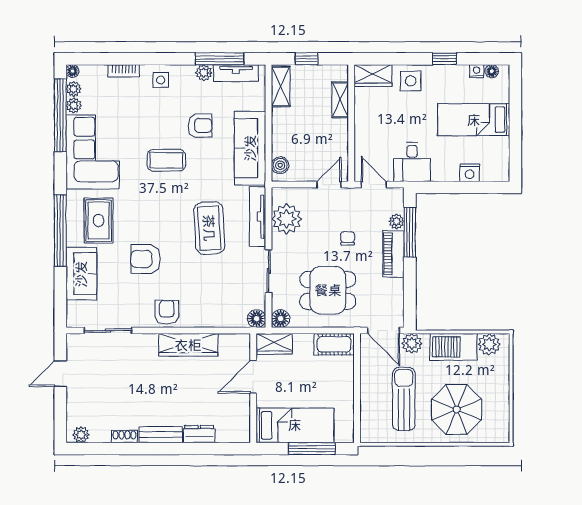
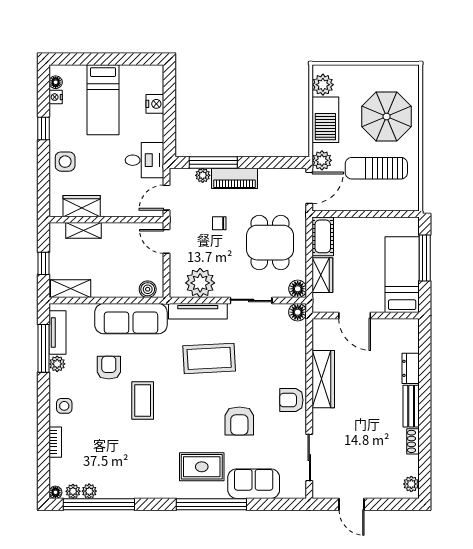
wardrobe: (373, 76) -> (82, 206), moved, turned -90
corner sofa: (93, 152) -> (135, 473), removed
wardrobe: (274, 344) -> (322, 275), moved

